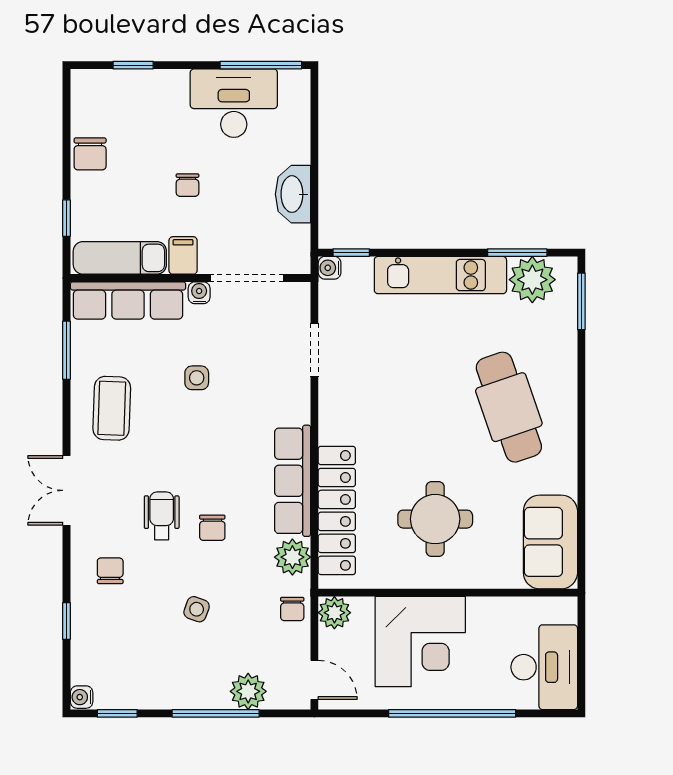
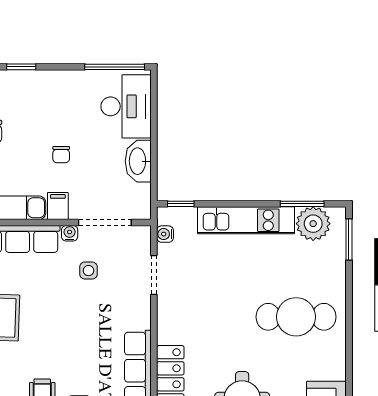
desk: (234, 103) -> (126, 106), moved, turned 90
water cooler: (330, 268) -> (165, 234), moved
side table: (197, 378) -> (88, 271), moved
cafe table: (509, 407) -> (296, 317), turned -71

